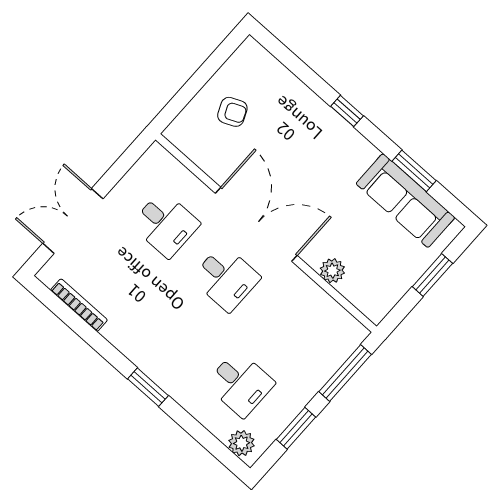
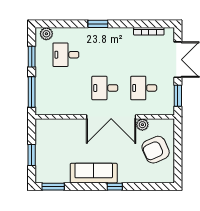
armchair: (232, 112) -> (156, 150), width x1.88, depth x1.88
window: (123, 165) -> (178, 96), added
window: (414, 171) -> (53, 187), moved
sofa: (405, 201) -> (94, 173), moved
plant: (332, 271) -> (142, 125), moved

